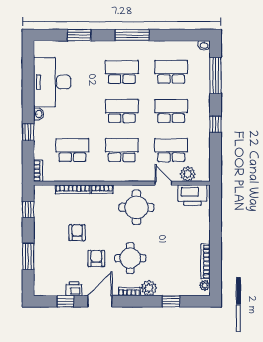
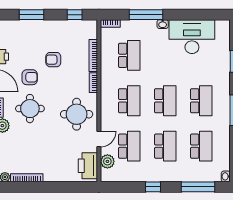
window: (28, 132) -> (146, 15), width x2.17
armchair: (77, 233) -> (53, 60), turned 180

